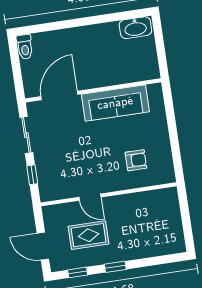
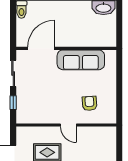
armchair: (136, 160) -> (90, 103), turned -94
door: (90, 197) -> (68, 125), moved

